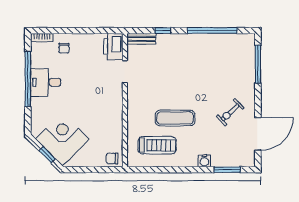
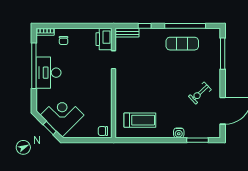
desk: (46, 82) -> (48, 73), width x1.37
exercise mat: (175, 118) -> (182, 44), moved

